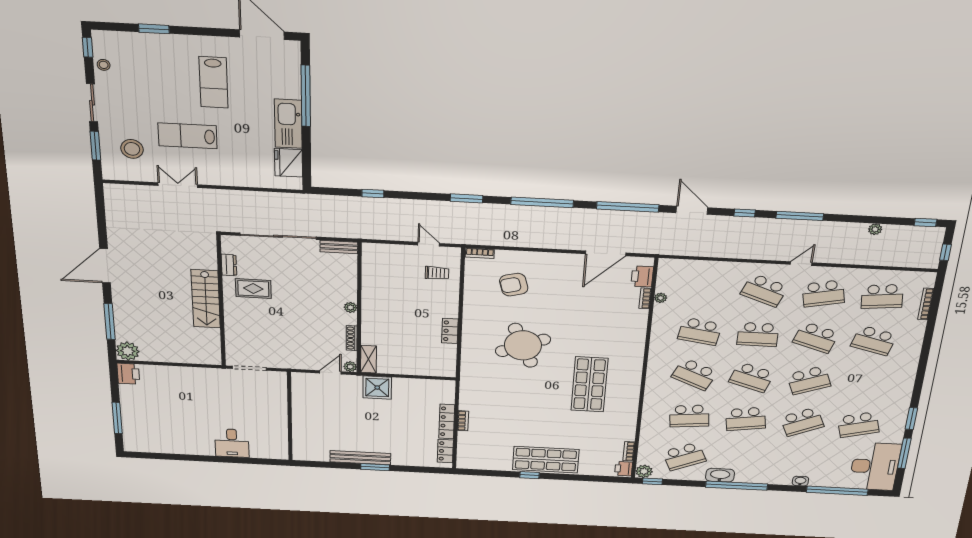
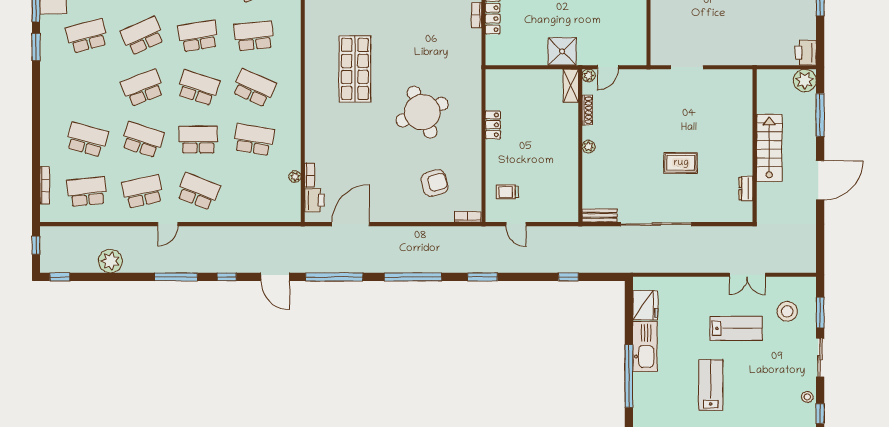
plant: (875, 229) -> (110, 261), width x1.87, depth x1.87
dresser: (229, 265) -> (746, 189), moved
stairs: (206, 299) -> (769, 148), moved
wall: (221, 302) -> (755, 146), moved

